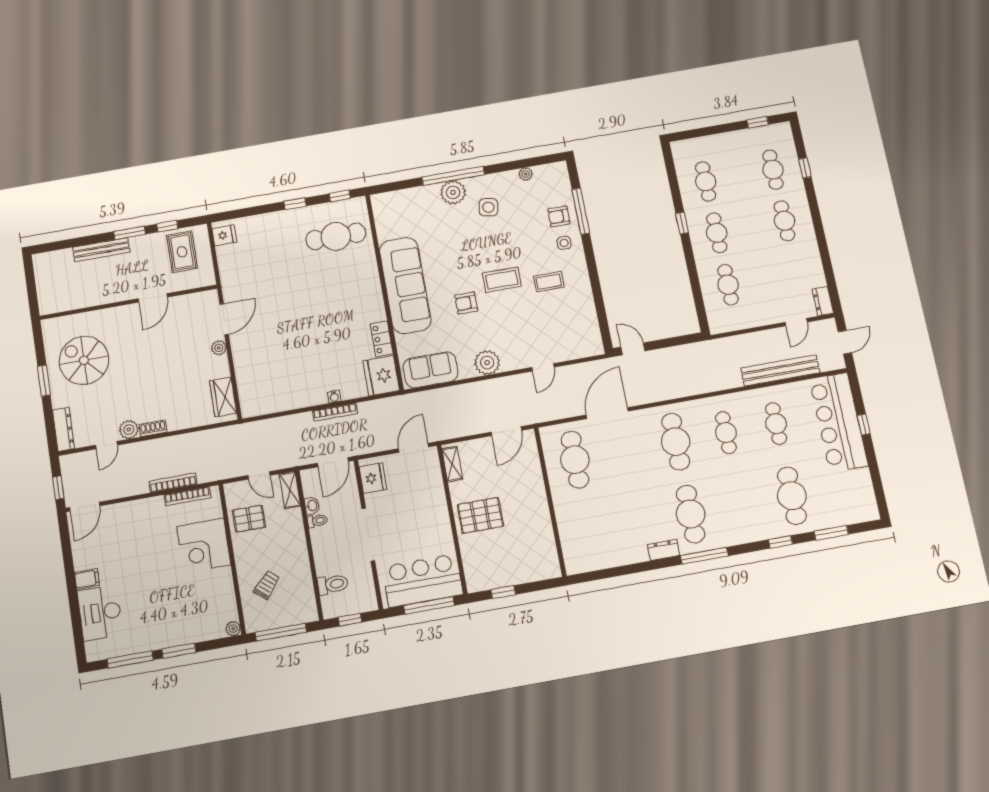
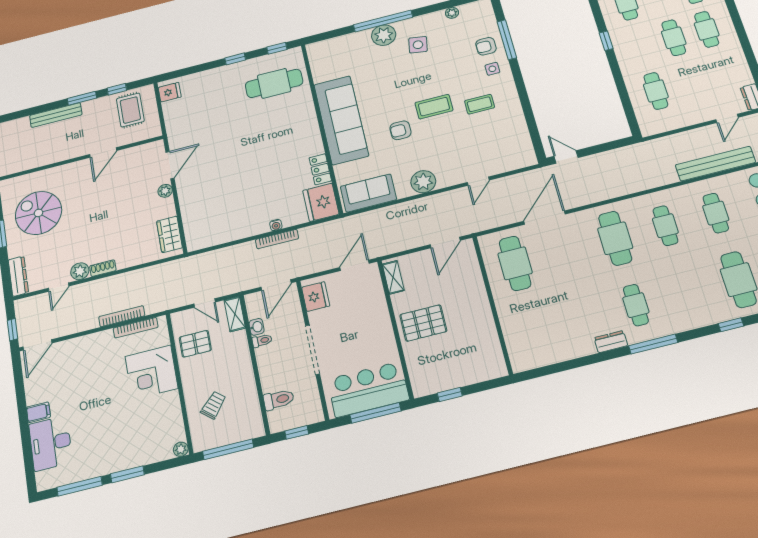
cafe table: (717, 233) -> (674, 38), moved
cafe table: (691, 514) -> (636, 305), width x0.73, depth x0.74

